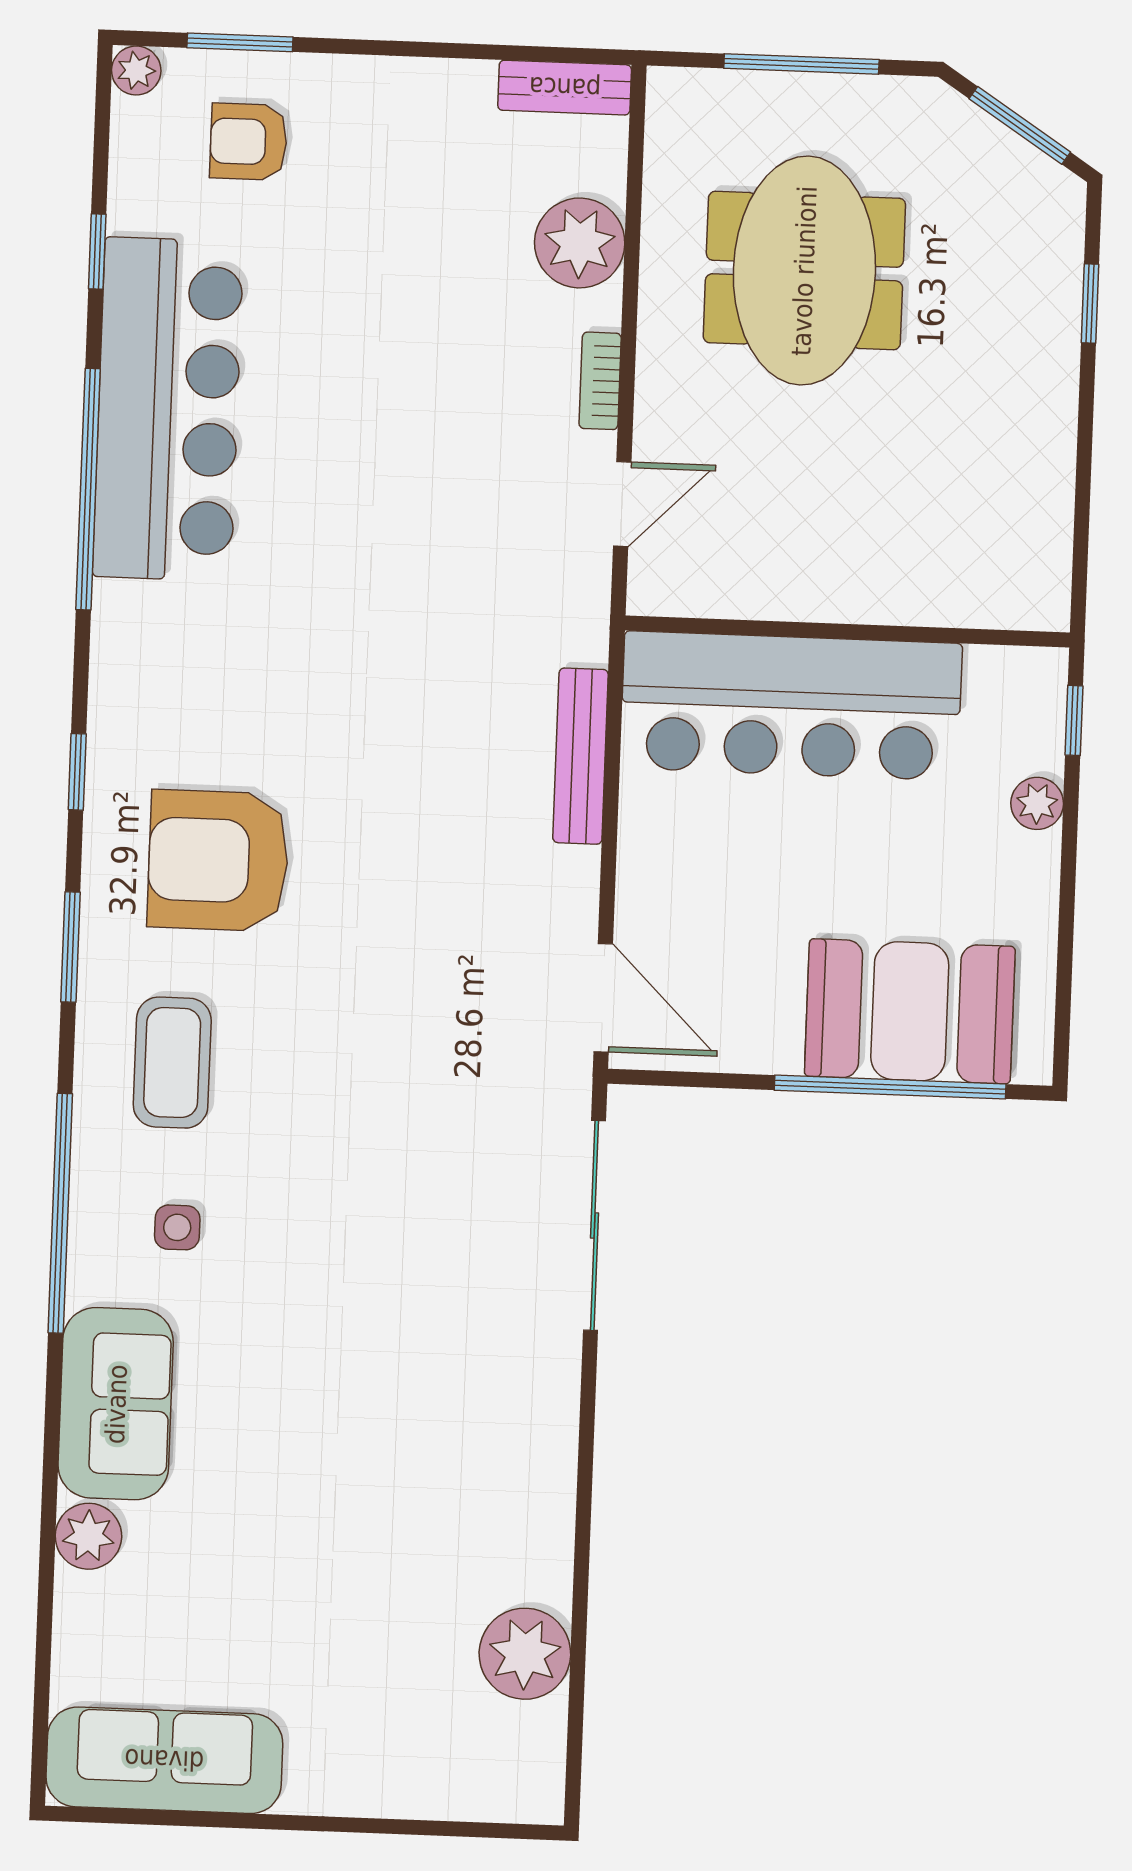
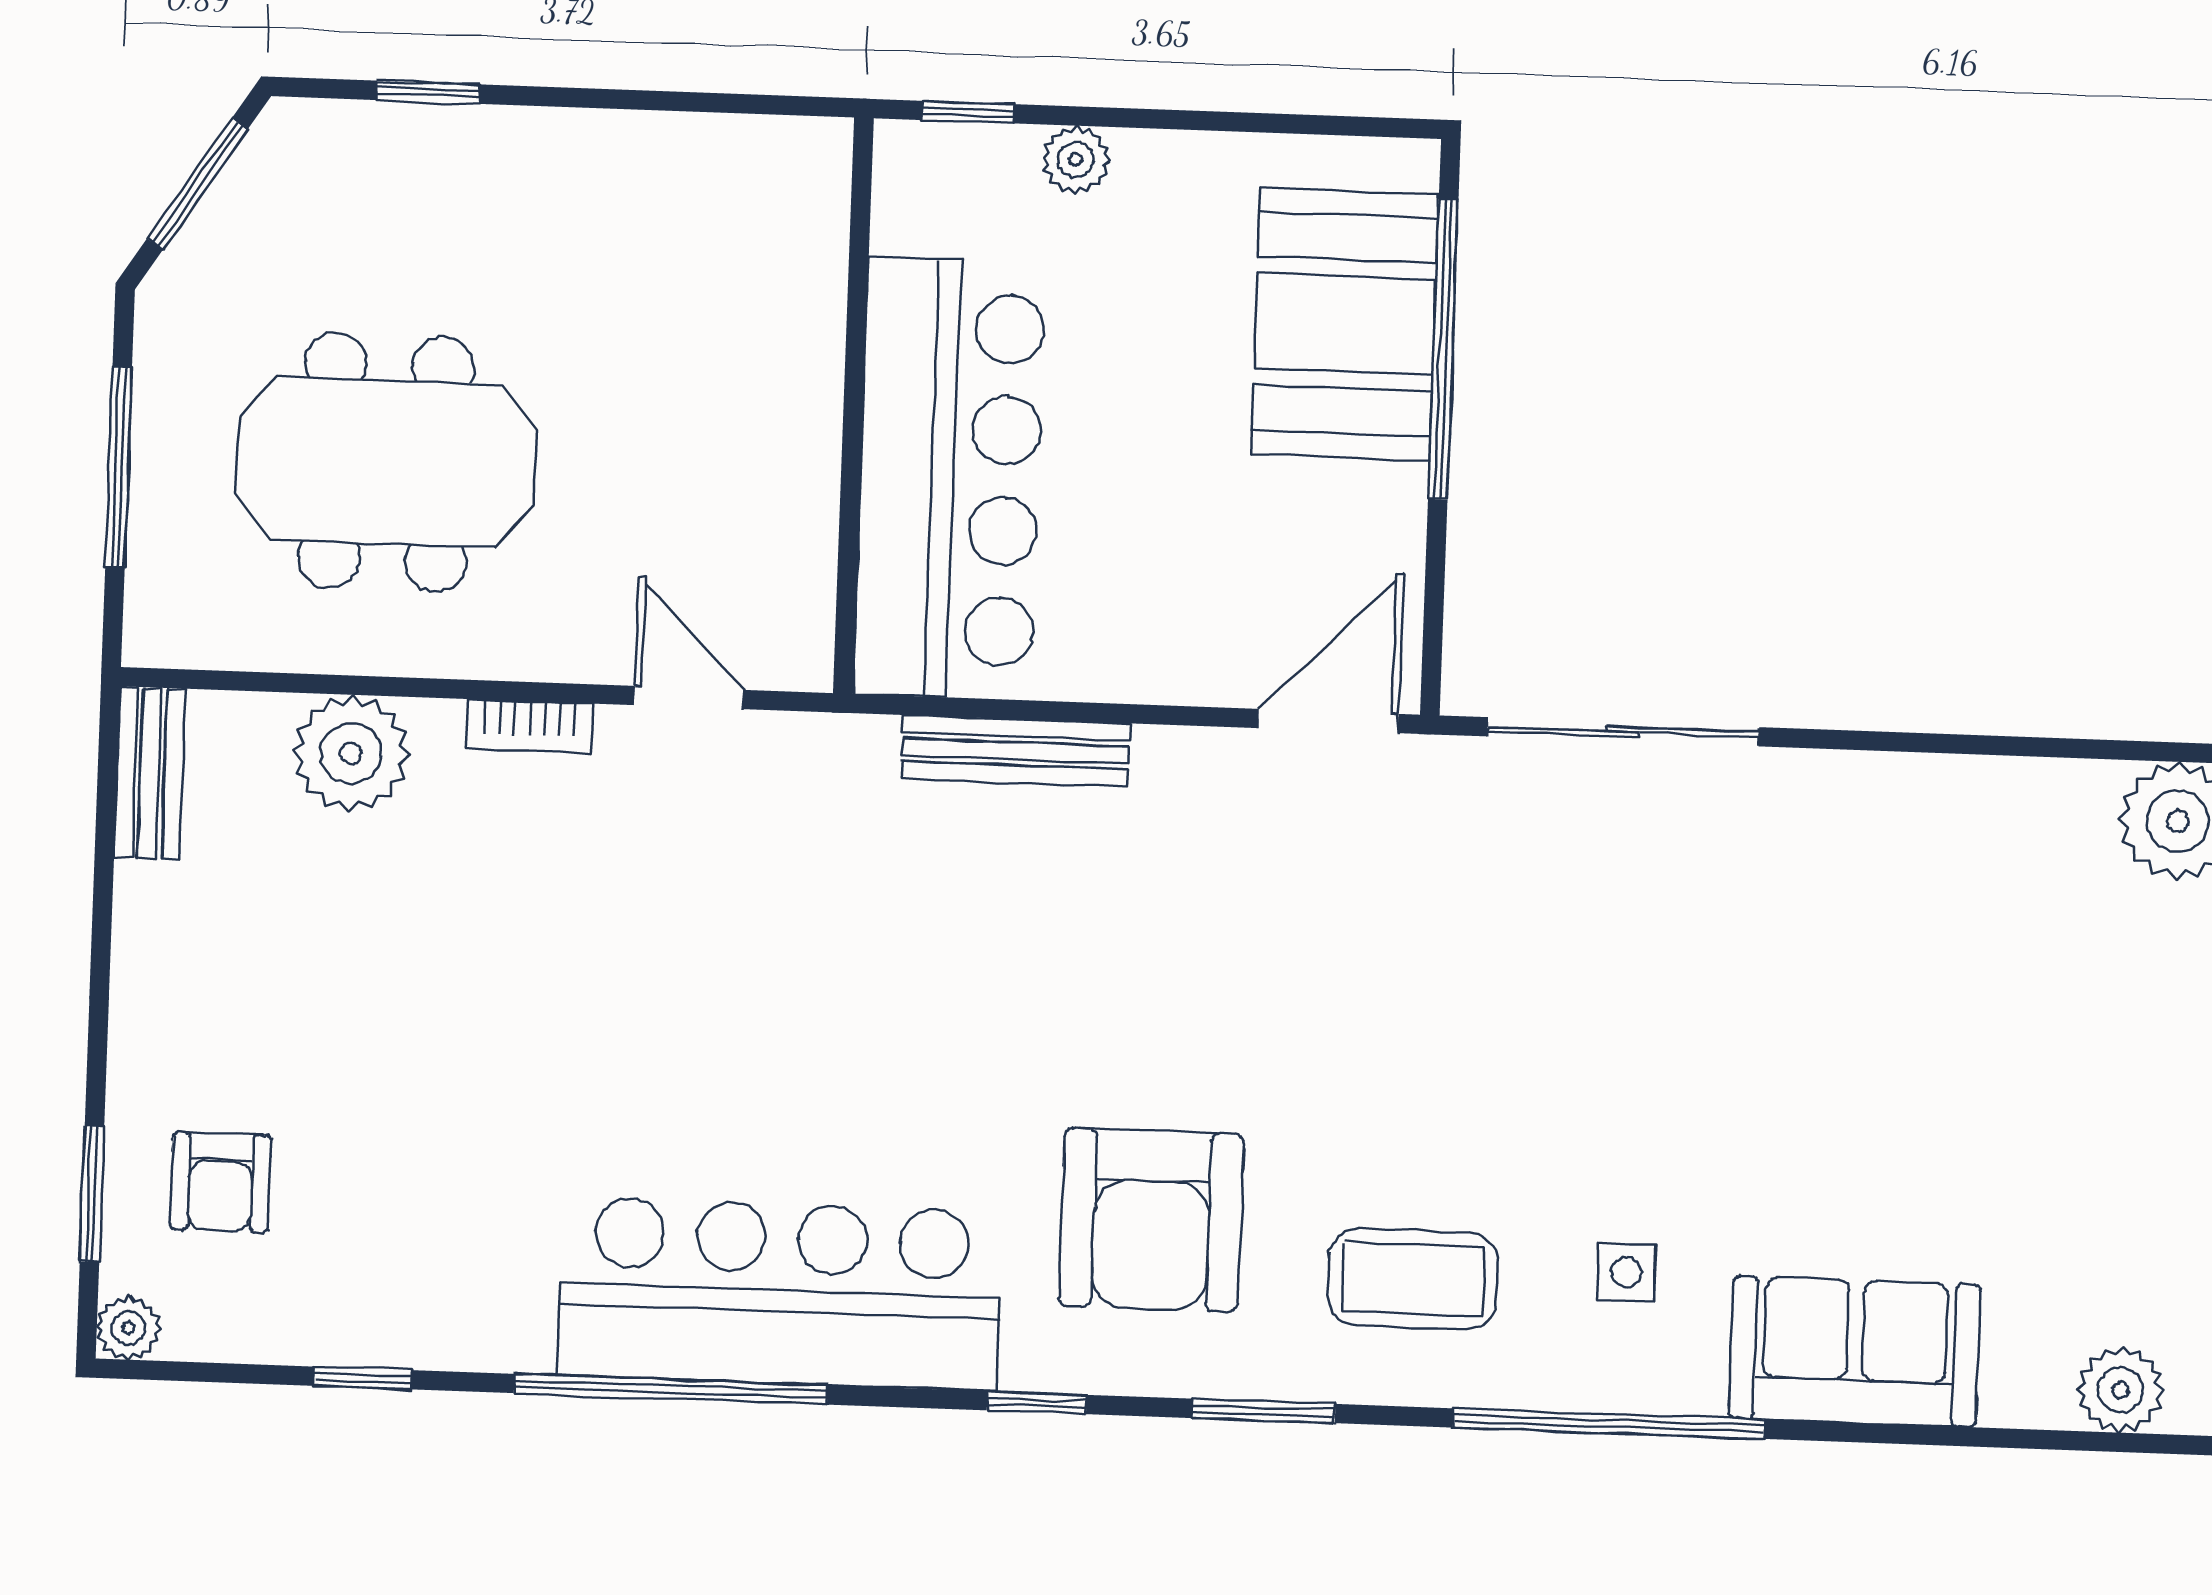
bar counter: (168, 409) -> (780, 1294), moved
plant: (88, 1536) -> (2120, 1390), moved

